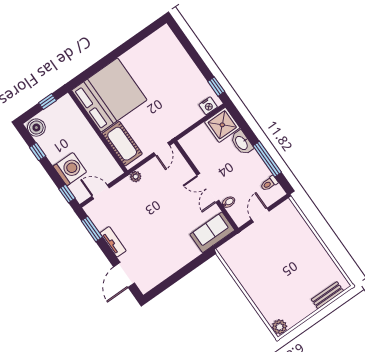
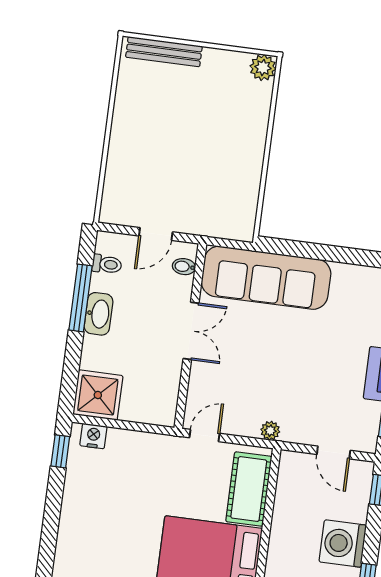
washbasin: (242, 143) -> (99, 314), moved
washing machine: (70, 169) -> (343, 544), moved
bidet: (229, 202) -> (184, 267), moved
sofa: (212, 232) -> (266, 278), width x1.85, depth x1.27
bench: (327, 295) -> (164, 52), width x1.36

